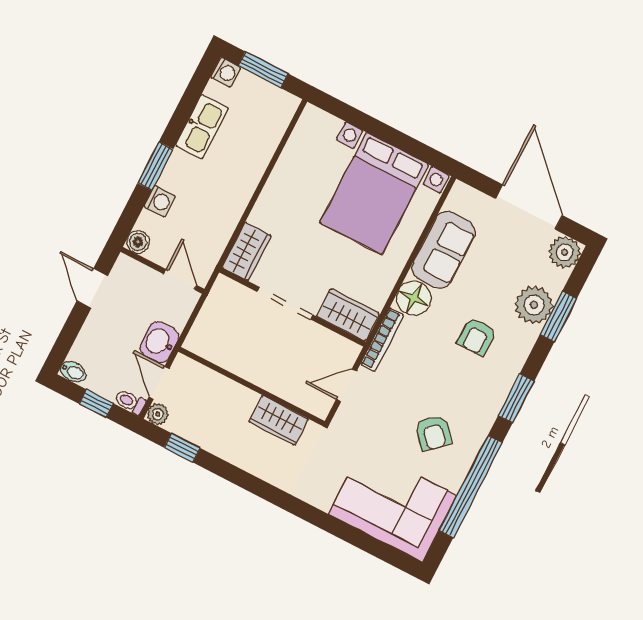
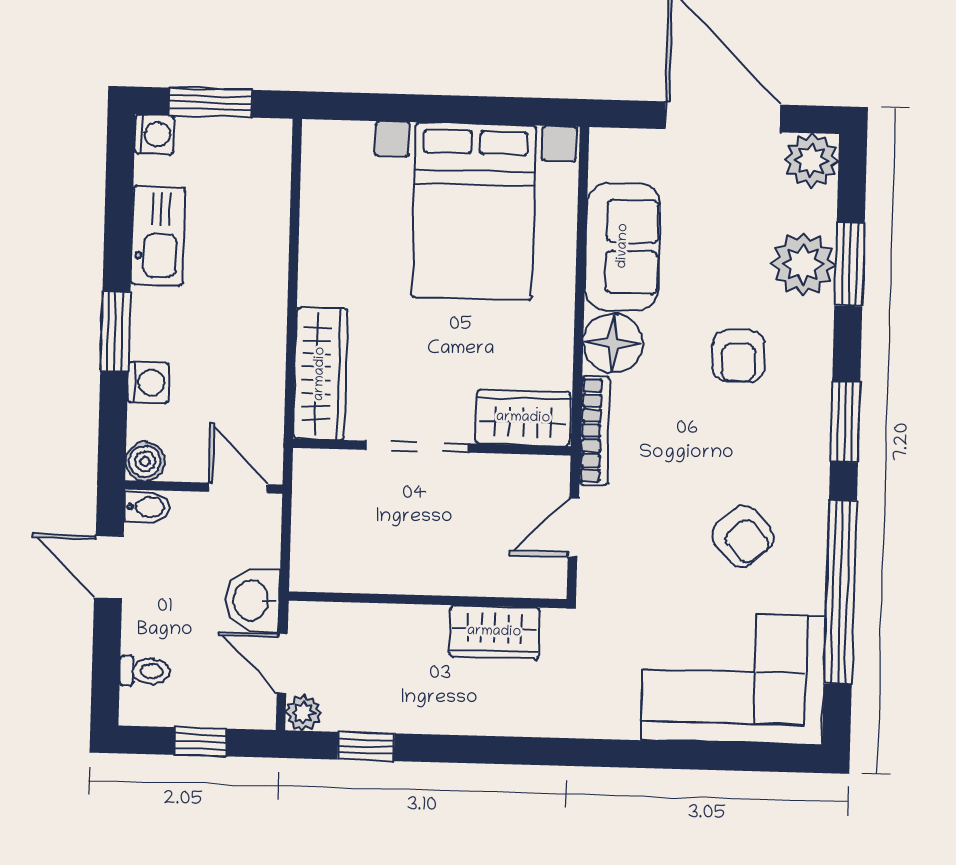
wardrobe: (247, 252) -> (320, 374), width x1.50
bidet: (73, 372) -> (147, 507), moved
toilet: (130, 402) -> (145, 671), moved, turned 180

